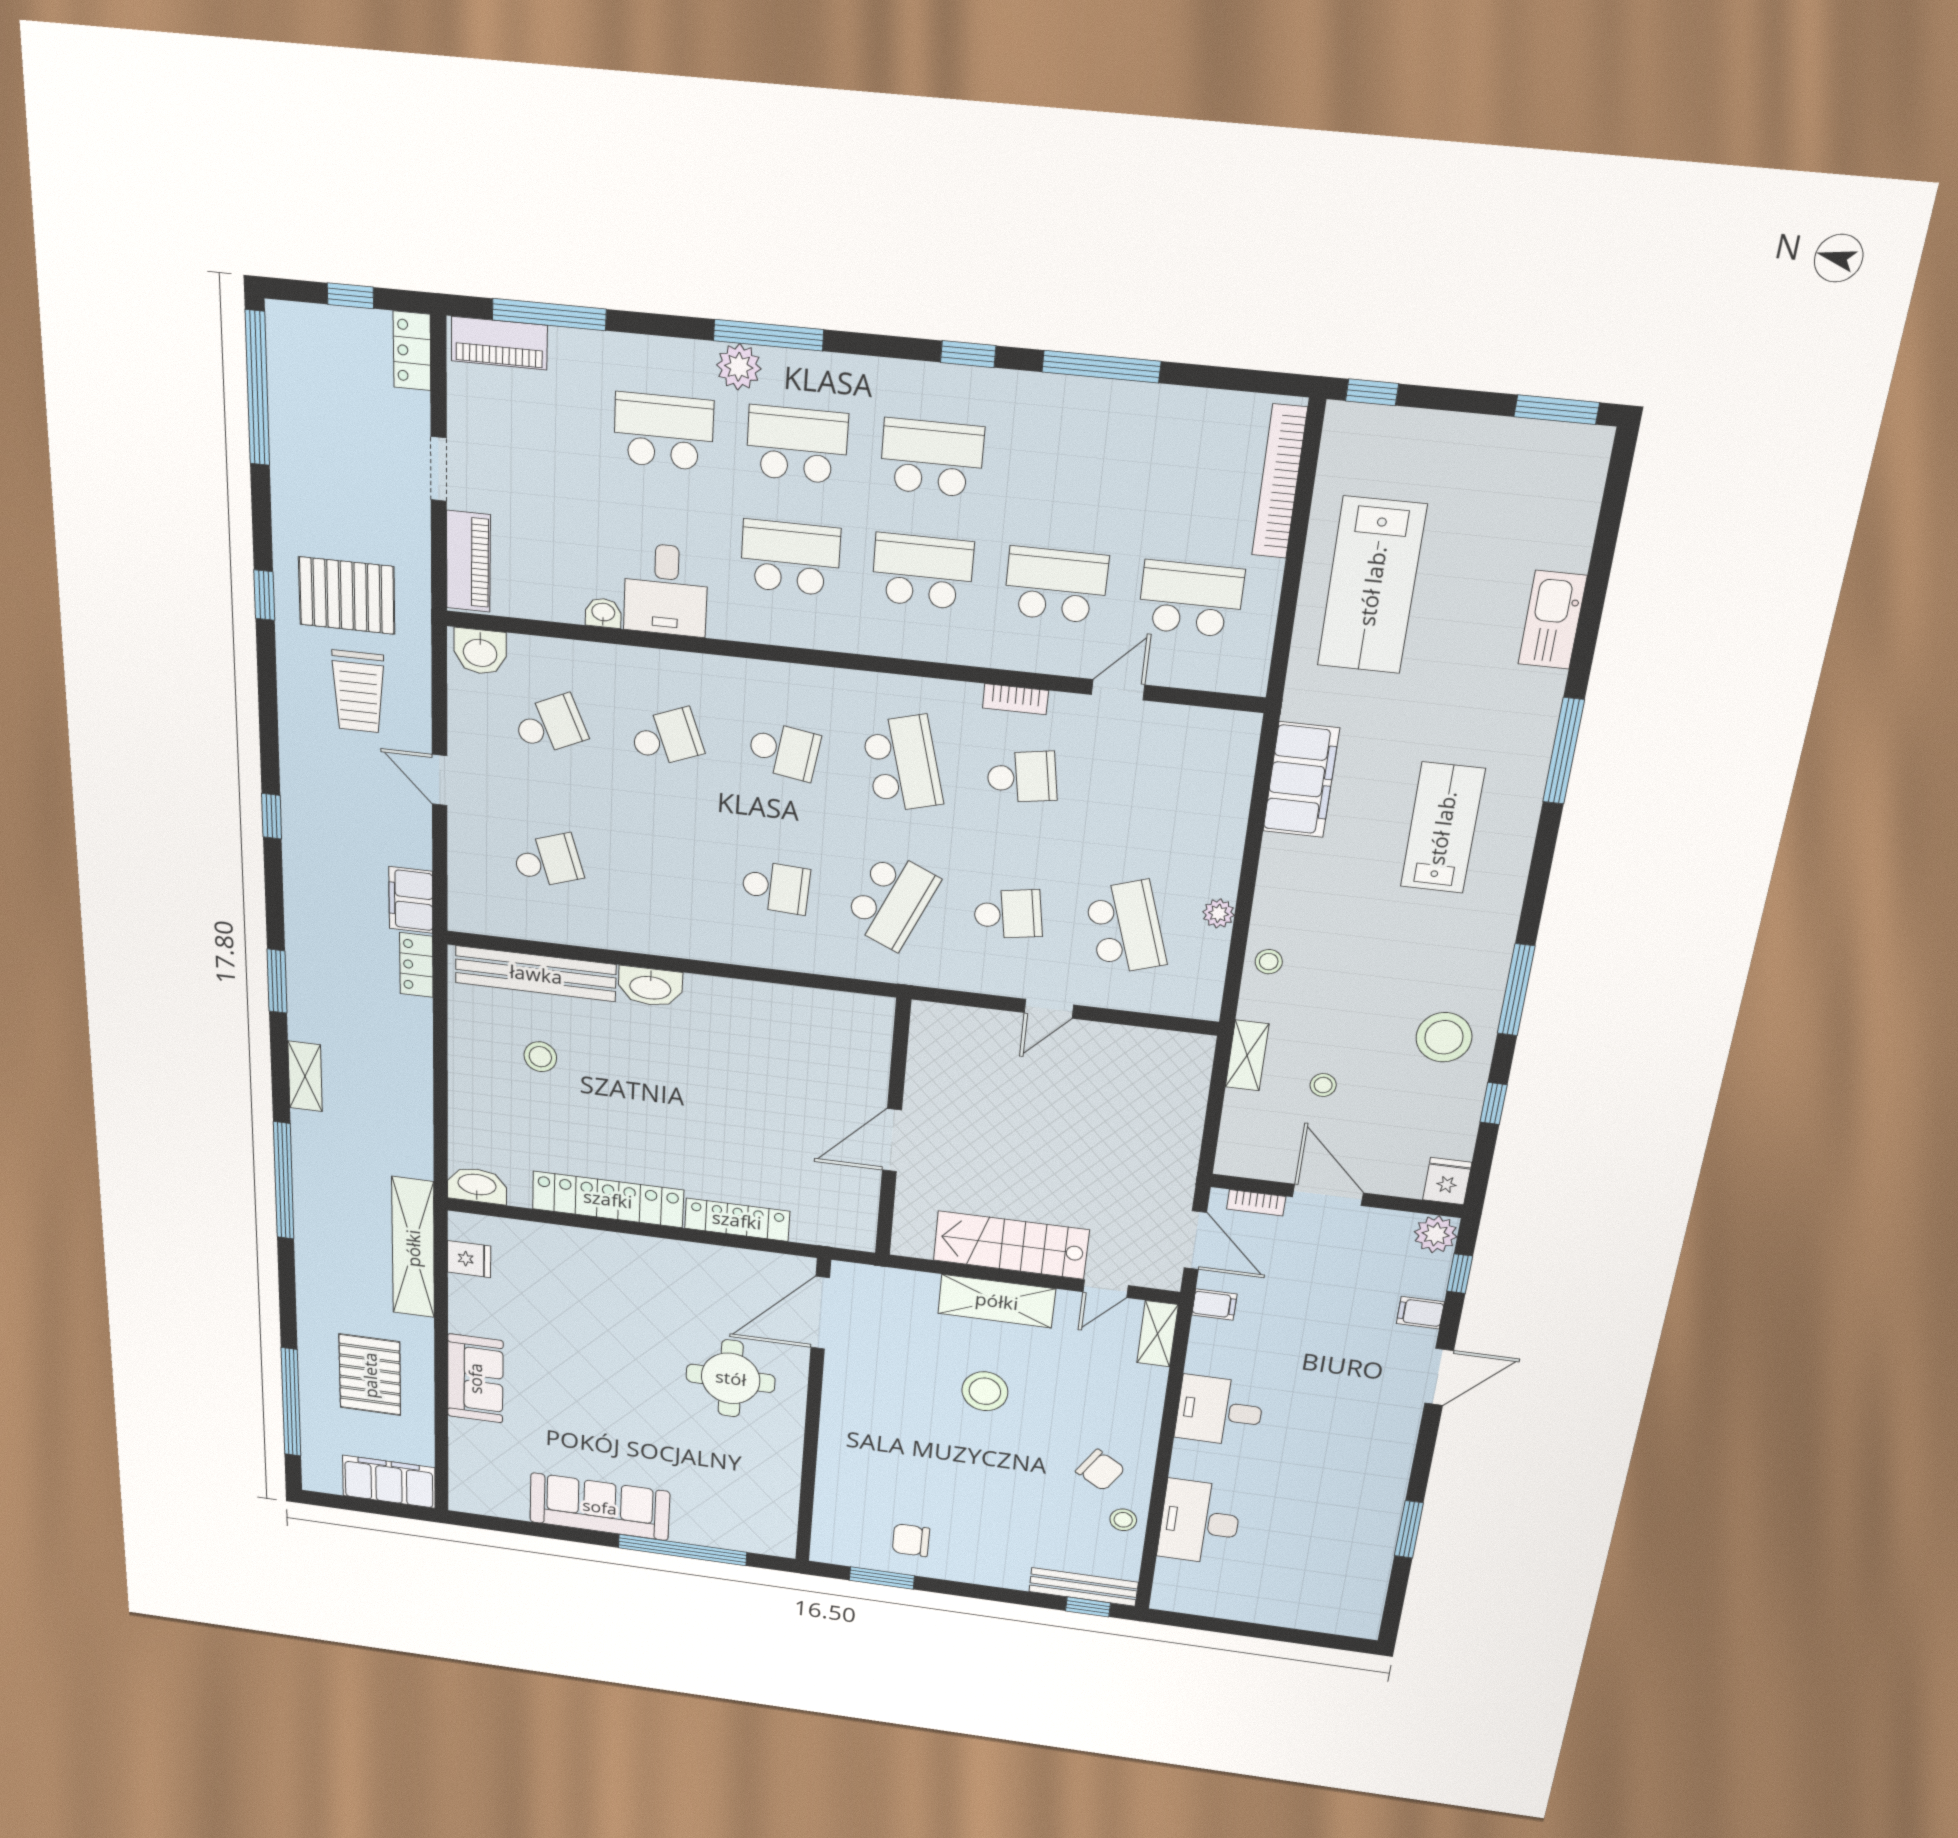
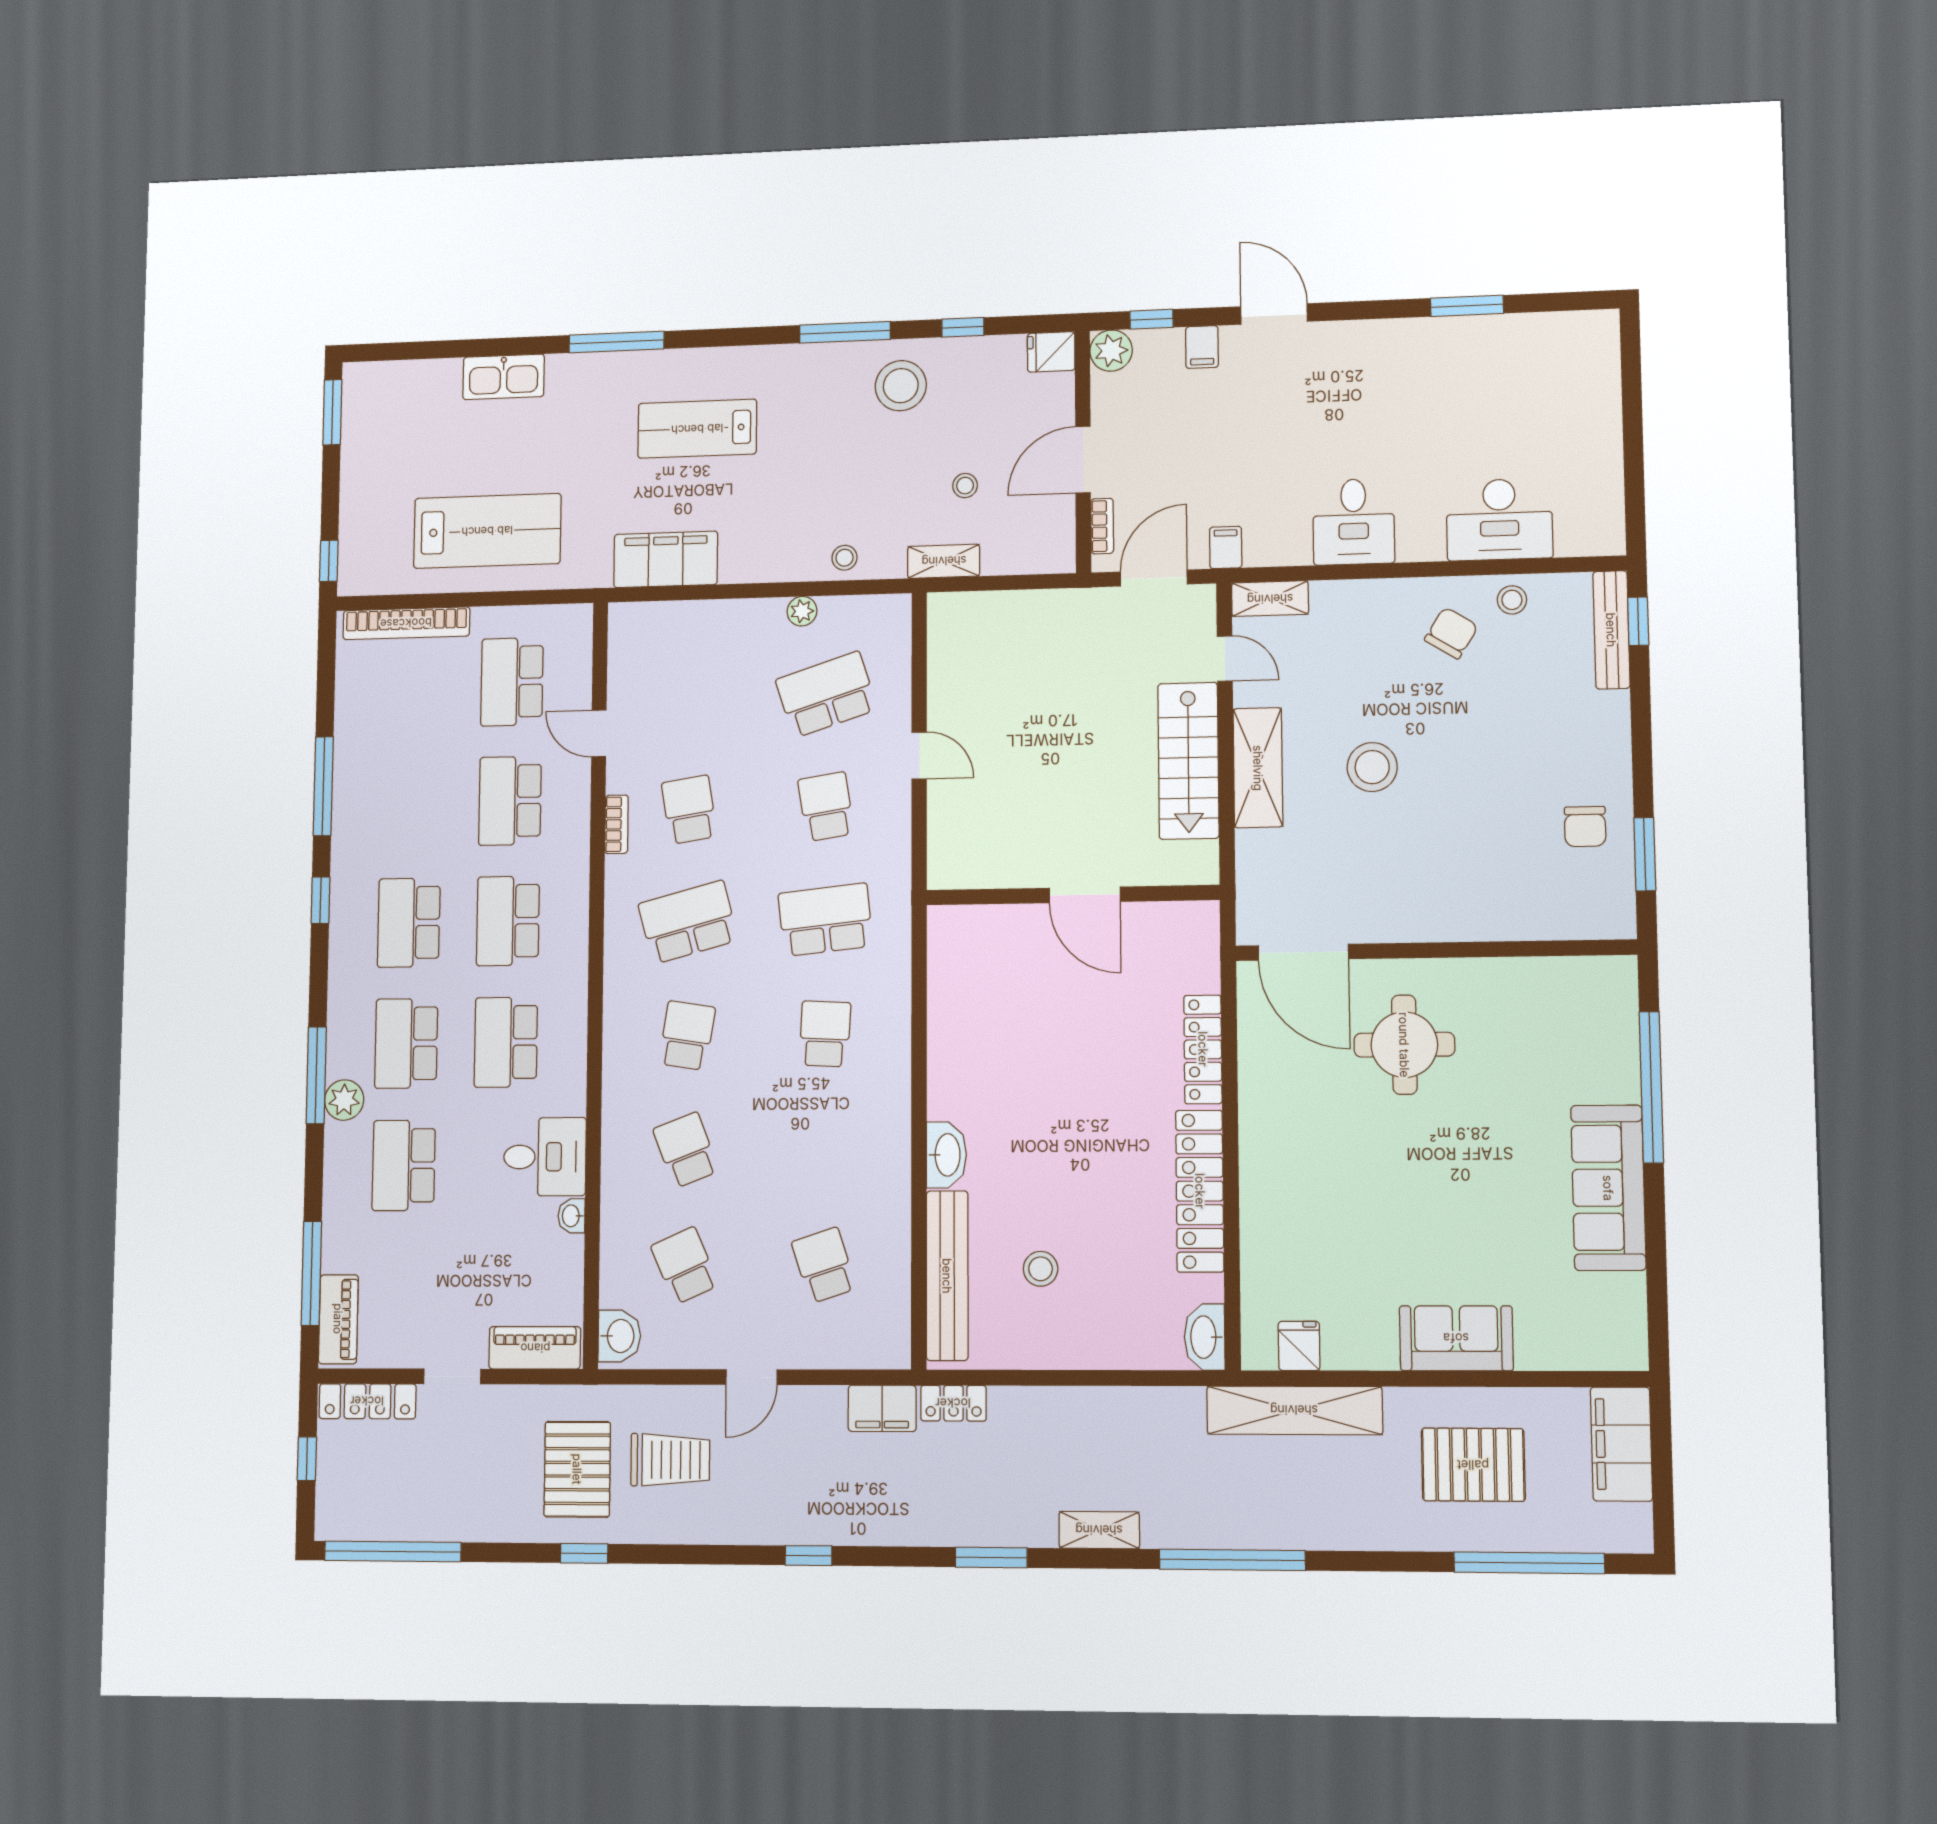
locker: (412, 351) -> (367, 1401), width x1.53
school desk: (891, 901) -> (825, 920), turned -30

